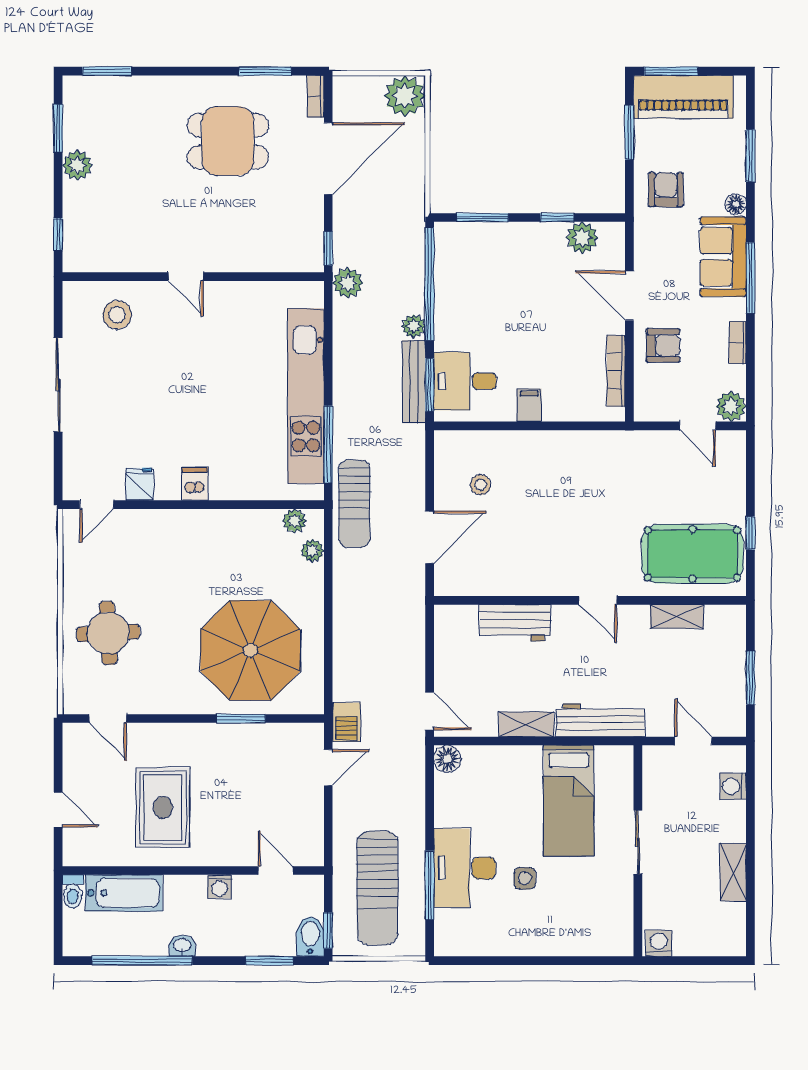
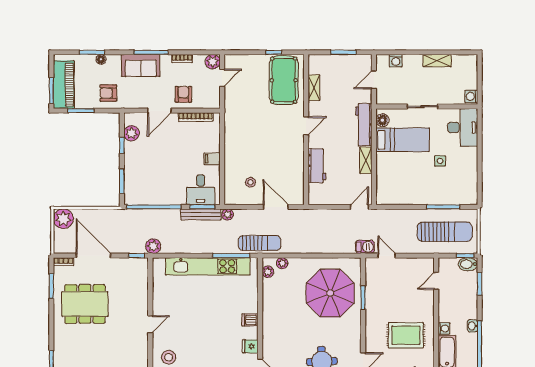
dining table: (228, 141) -> (85, 304), width x1.38
floor lamp: (736, 204) -> (101, 59), moved
plant: (414, 326) -> (228, 214), moved
floor lamp: (447, 759) -> (382, 120), moved
desk: (465, 868) -> (463, 127), moved, turned -90
washing machine: (220, 887) -> (444, 329), moved

